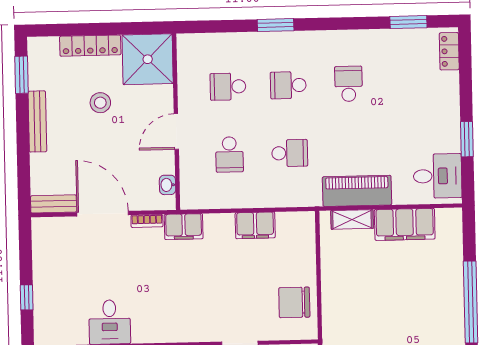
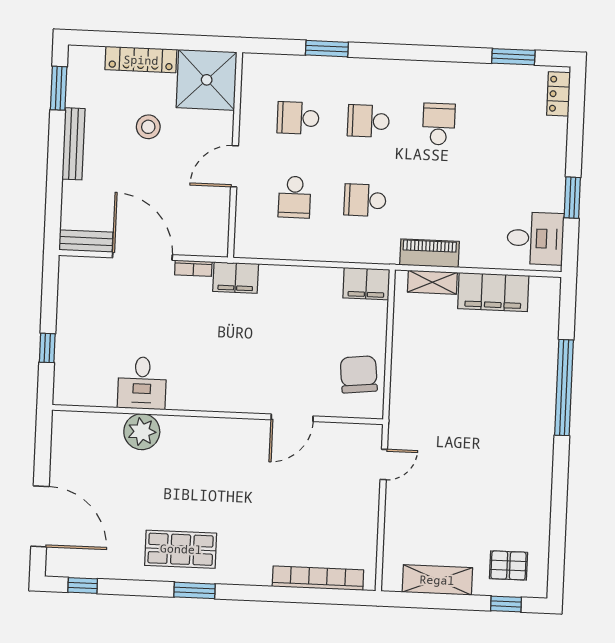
window: (276, 25) -> (327, 49), moved
school desk: (290, 153) -> (365, 200), turned 180
washbasin: (168, 185) -> (220, 228), removed
piano: (357, 191) -> (429, 253), width x0.73, depth x0.75
filing cabinet: (255, 225) -> (366, 284), moved
chair: (294, 302) -> (359, 374), turned 84

